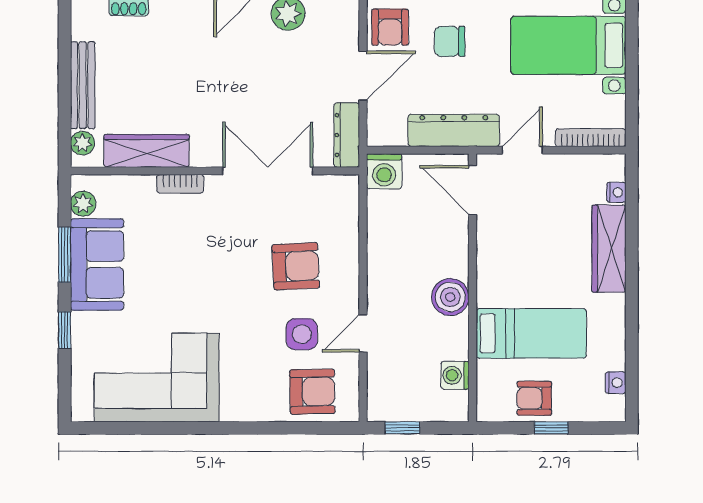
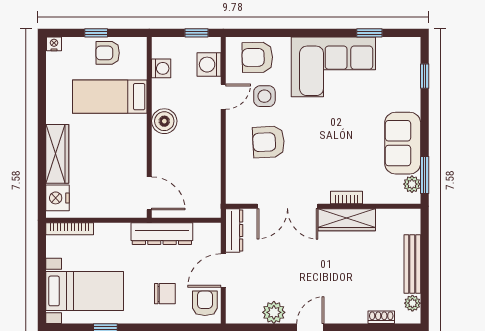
plant: (82, 143) -> (412, 303), moved
door: (522, 150) -> (116, 220), removed
wardrobe: (147, 151) -> (347, 220), moved
washing machine: (384, 171) -> (209, 65), moved, turned -90
nightstand: (616, 192) -> (58, 198), width x1.89, depth x1.79
window: (65, 255) -> (425, 175), moved
window: (65, 330) -> (425, 76), moved
corner sofa: (157, 377) -> (333, 67), moved
nightstand: (616, 383) -> (54, 44), moved, turned 90
armchair: (534, 398) -> (108, 53), turned 180
window: (146, 428) -> (369, 33), added

